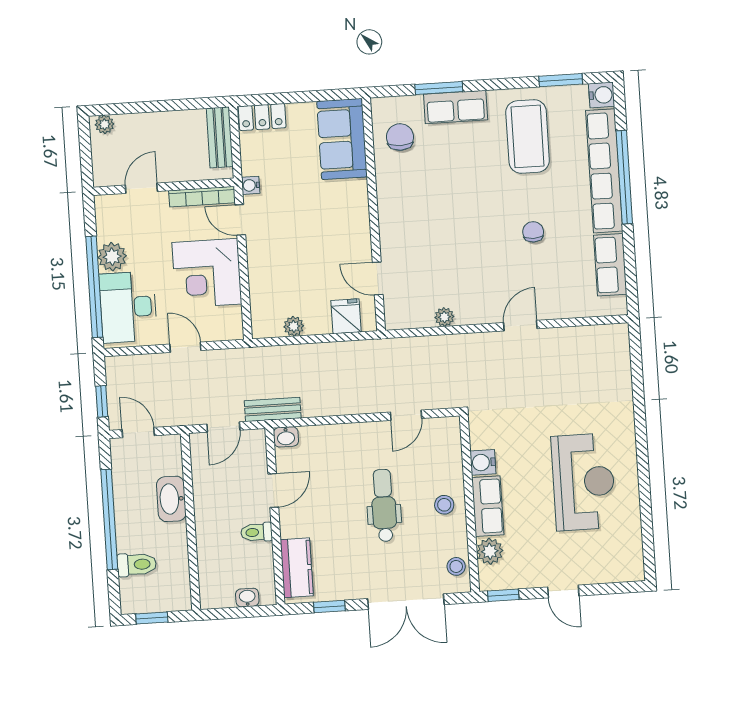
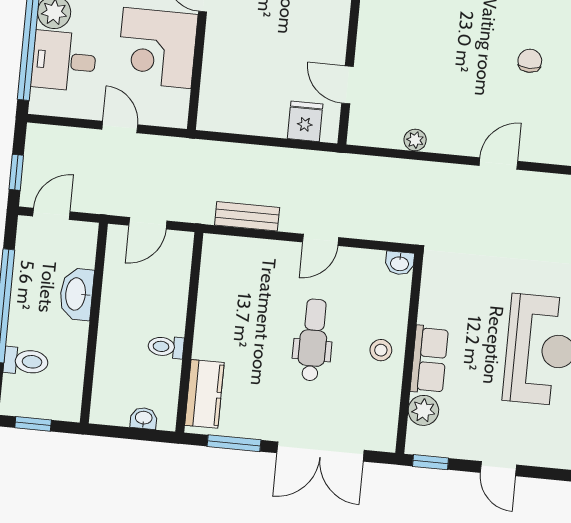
desk: (128, 307) -> (64, 61), width x0.73
plant: (294, 326) -> (245, 123), removed
bench: (273, 409) -> (247, 216), moved
door: (406, 415) -> (321, 240), moved
door: (138, 433) -> (51, 214), hinge flipped
washbasin: (286, 437) -> (400, 263), moved
water cooler: (483, 462) -> (432, 310), removed
door: (273, 491) -> (192, 303), removed
stool: (456, 566) -> (383, 421), removed
window: (329, 607) -> (234, 443), width x1.50

